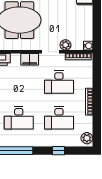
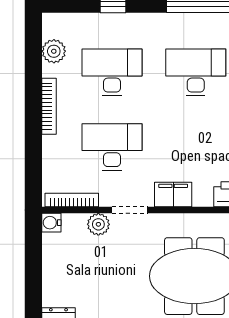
plant: (87, 138) -> (54, 51), moved

